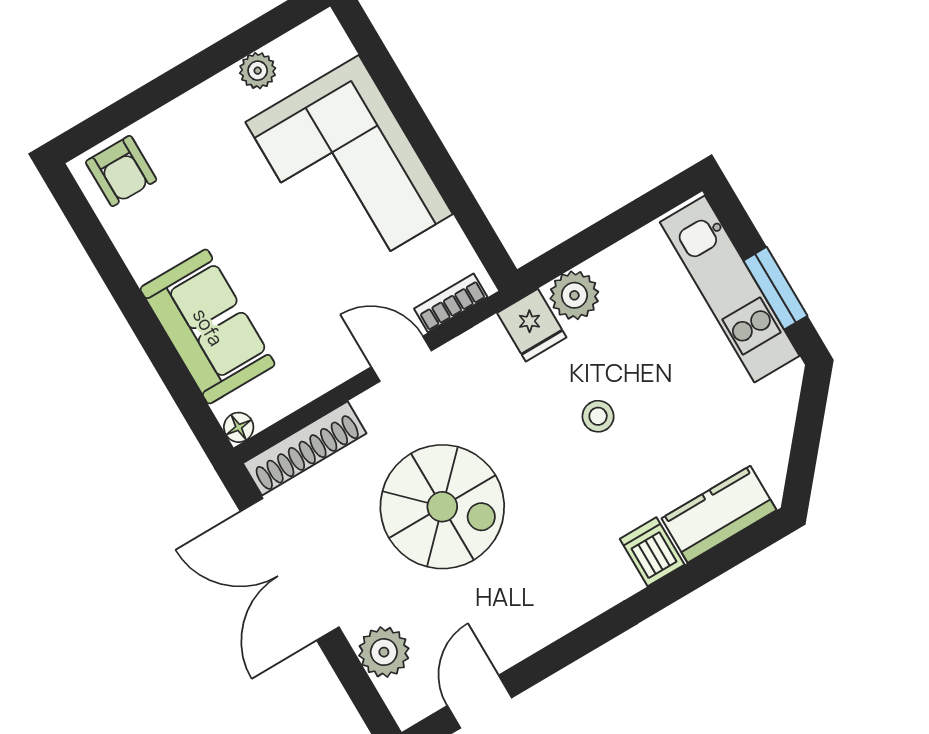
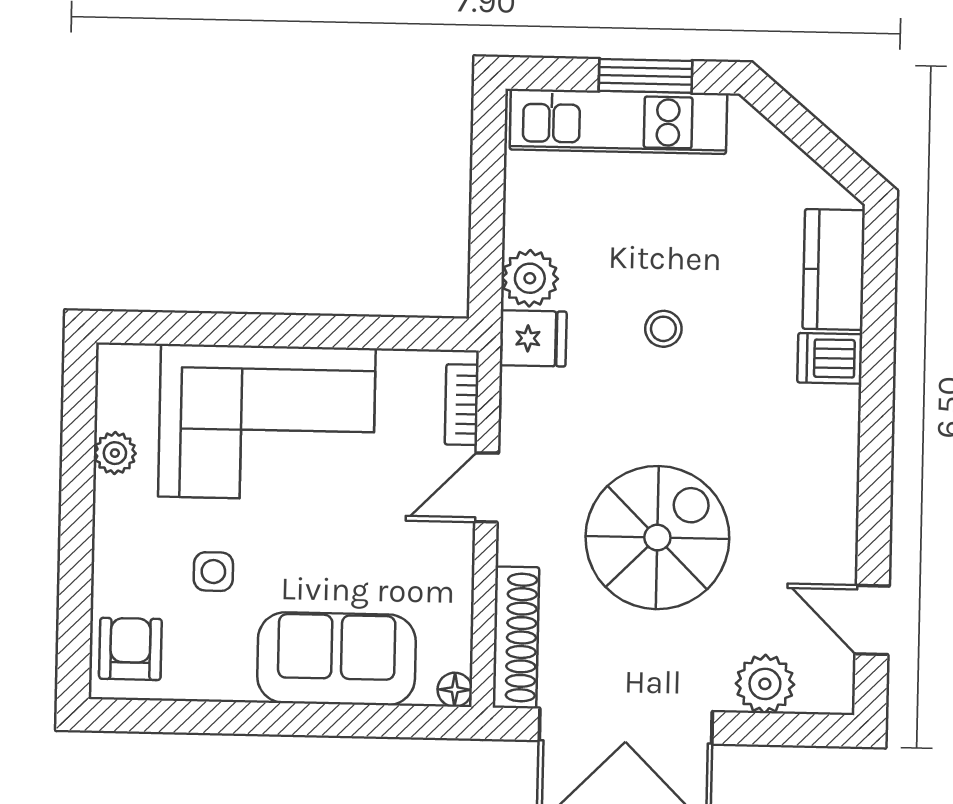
armchair: (121, 171) -> (130, 649), turned -90
side table: (216, 197) -> (213, 572), added

